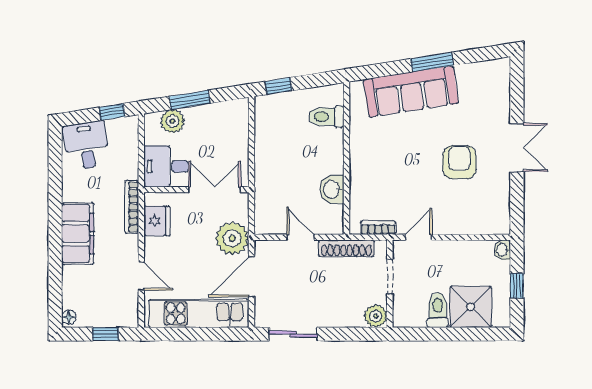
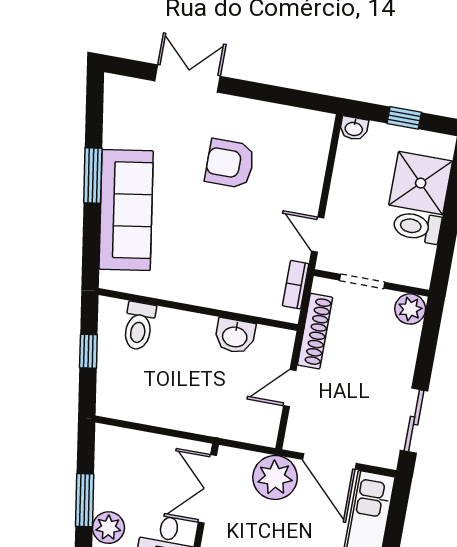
window: (278, 86) -> (88, 351), moved
double door: (517, 148) -> (187, 79), moved

